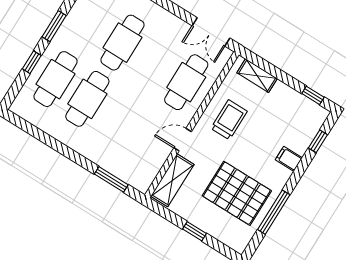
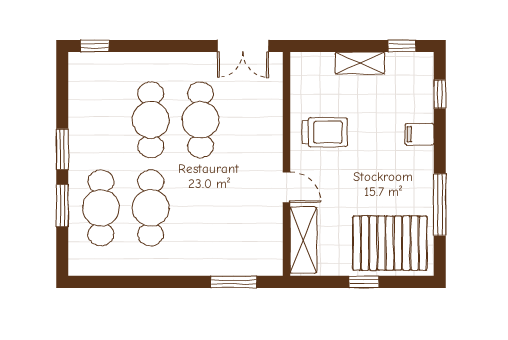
window: (32, 62) -> (62, 206), width x1.50
shelving: (257, 76) -> (360, 63), moved
cafe table: (186, 82) -> (200, 120), moved
trolley: (229, 120) -> (325, 132), turned 90
door: (183, 140) -> (286, 187), swing flipped
pallet: (237, 193) -> (390, 243), moved

